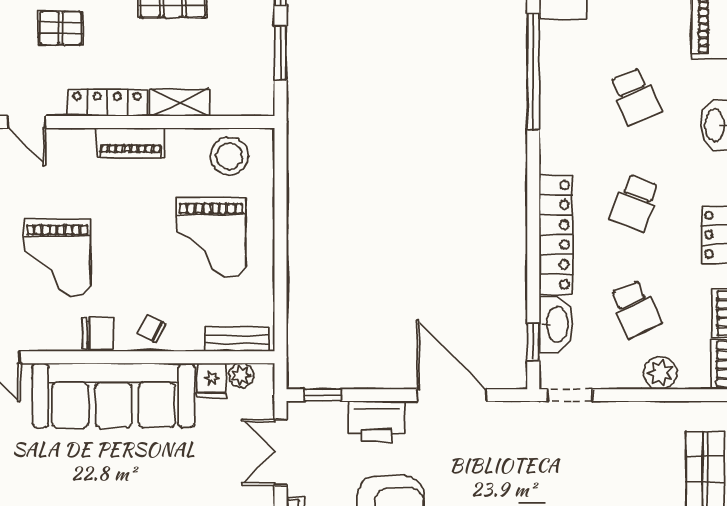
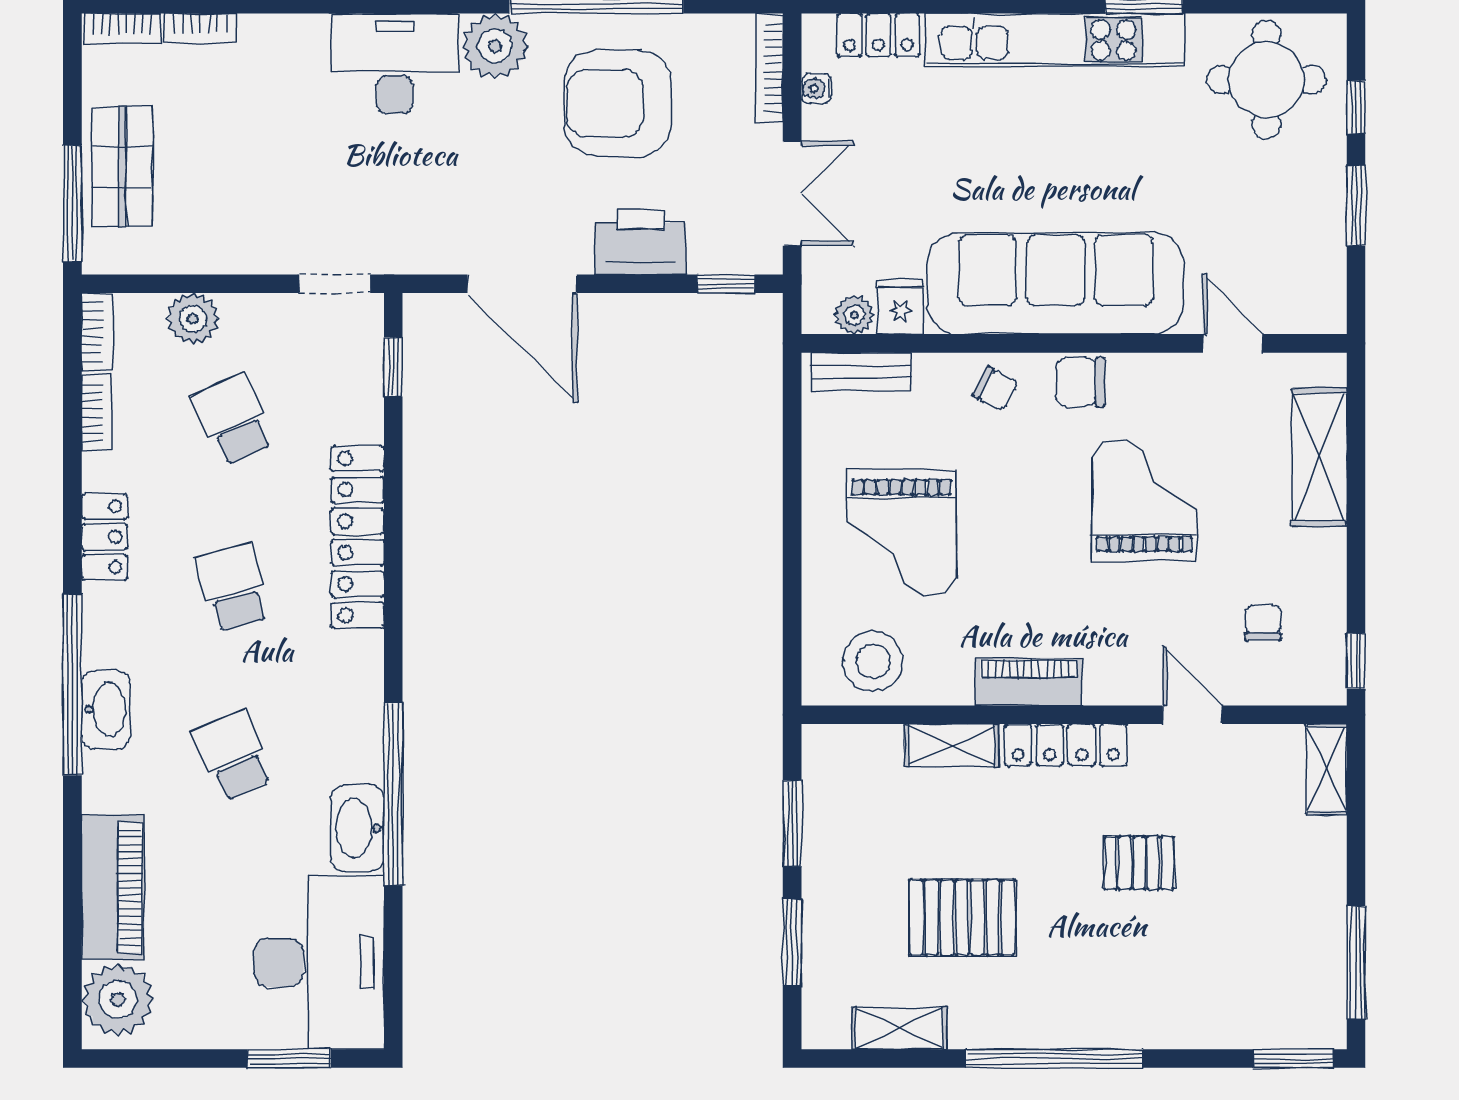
school desk: (635, 203) -> (233, 587), turned -36
grand piano: (211, 237) -> (902, 533), turned 180
washbasin: (556, 324) -> (357, 828), moved

